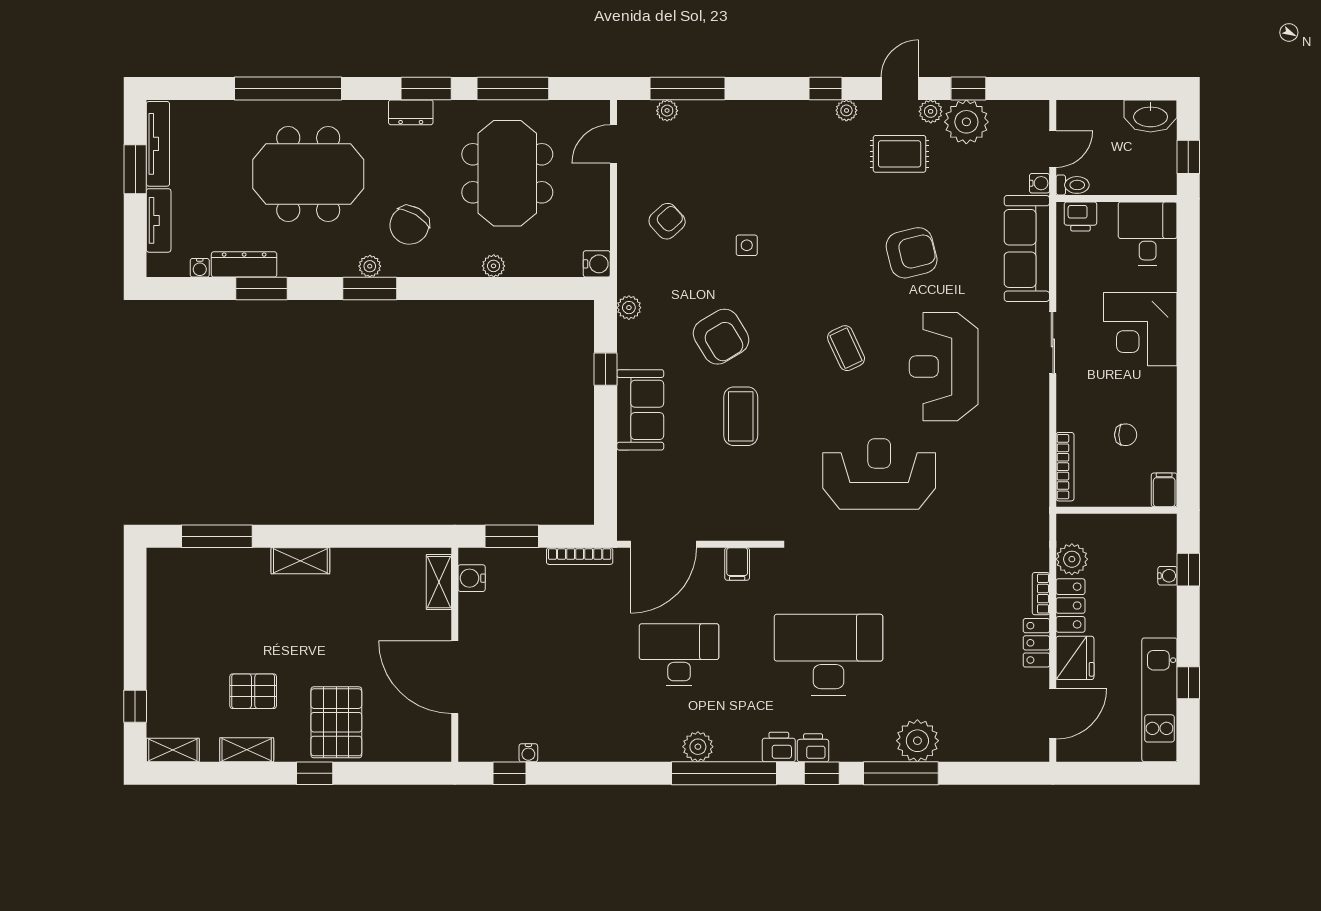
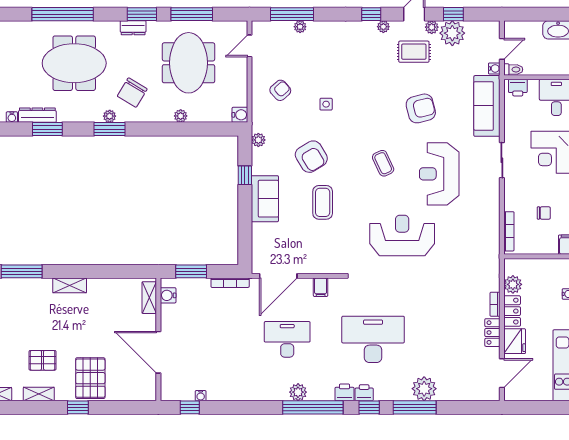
plant: (667, 111) -> (300, 27), moved

